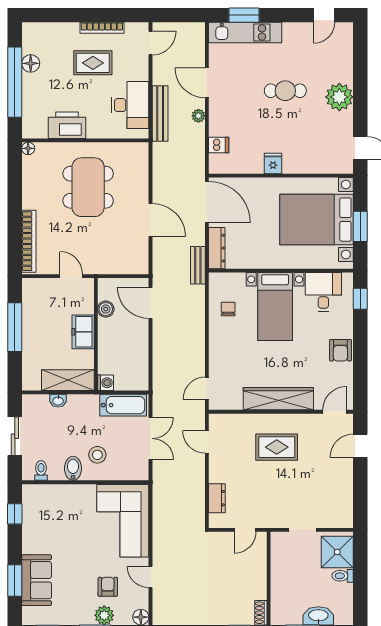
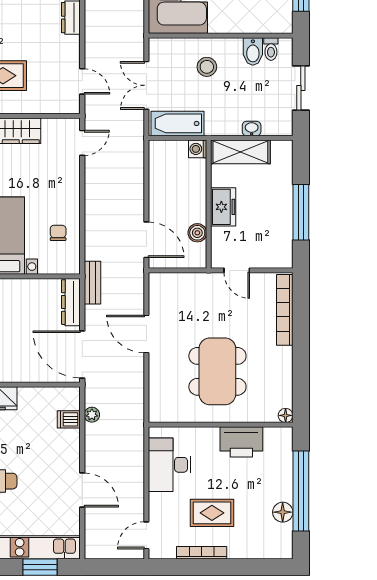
bench: (160, 114) -> (136, 455), removed
plant: (198, 116) -> (92, 415), moved
chair: (228, 309) -> (58, 233), turned 180
bidet: (73, 468) -> (253, 51), moved

